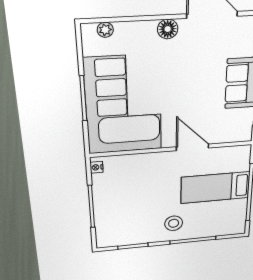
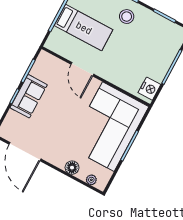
floor lamp: (168, 29) -> (72, 168), moved
nightstand: (97, 167) -> (149, 89), width x1.89, depth x1.79

